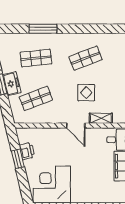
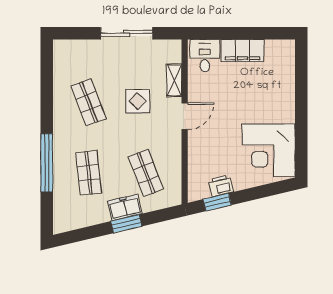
window: (43, 29) -> (47, 163), width x1.46
window: (18, 159) -> (217, 202), moved

